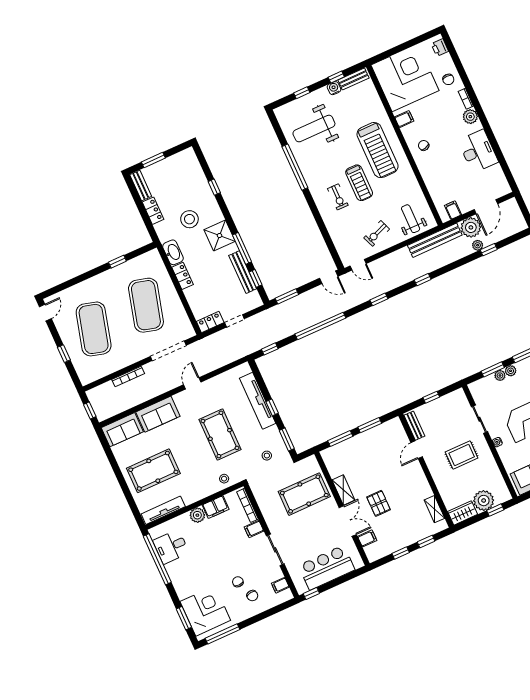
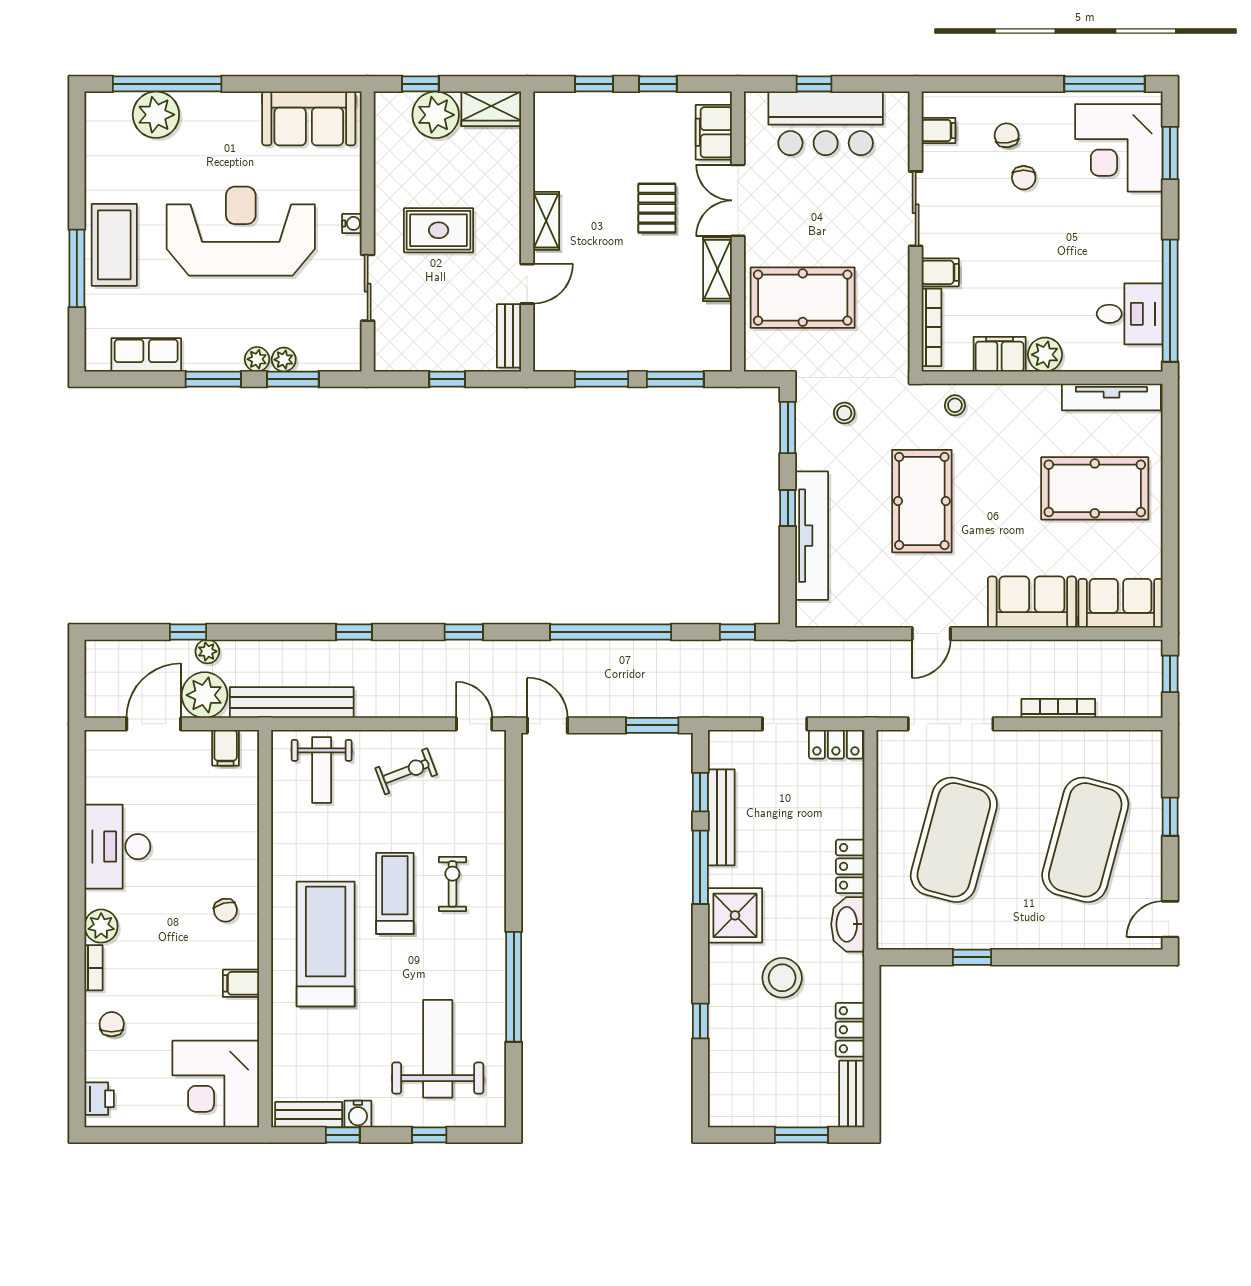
corner desk: (405, 78) -> (216, 1084), width x0.74, depth x0.74
weight bench: (314, 129) -> (438, 1049), turned -90
shelving: (434, 509) -> (546, 221), moved
filing cabinet: (367, 538) -> (714, 132), width x2.00
window: (311, 594) -> (814, 84), moved

